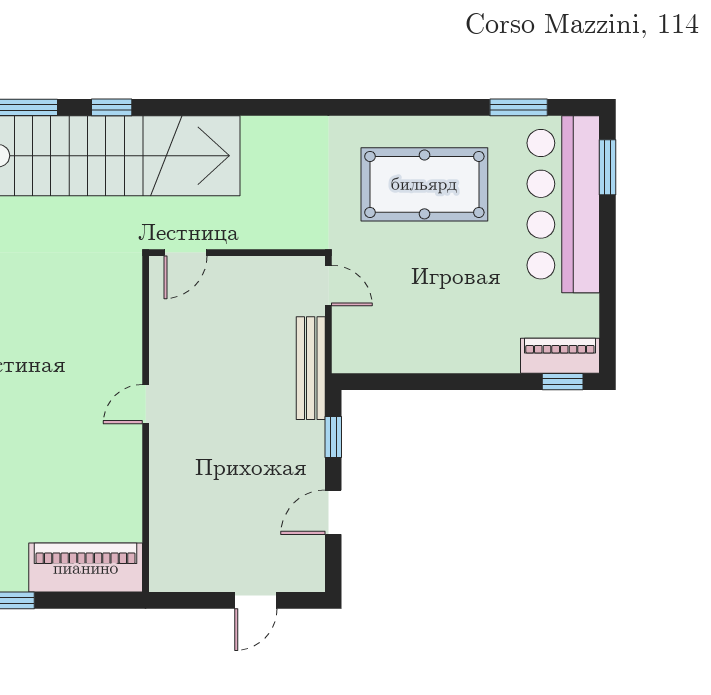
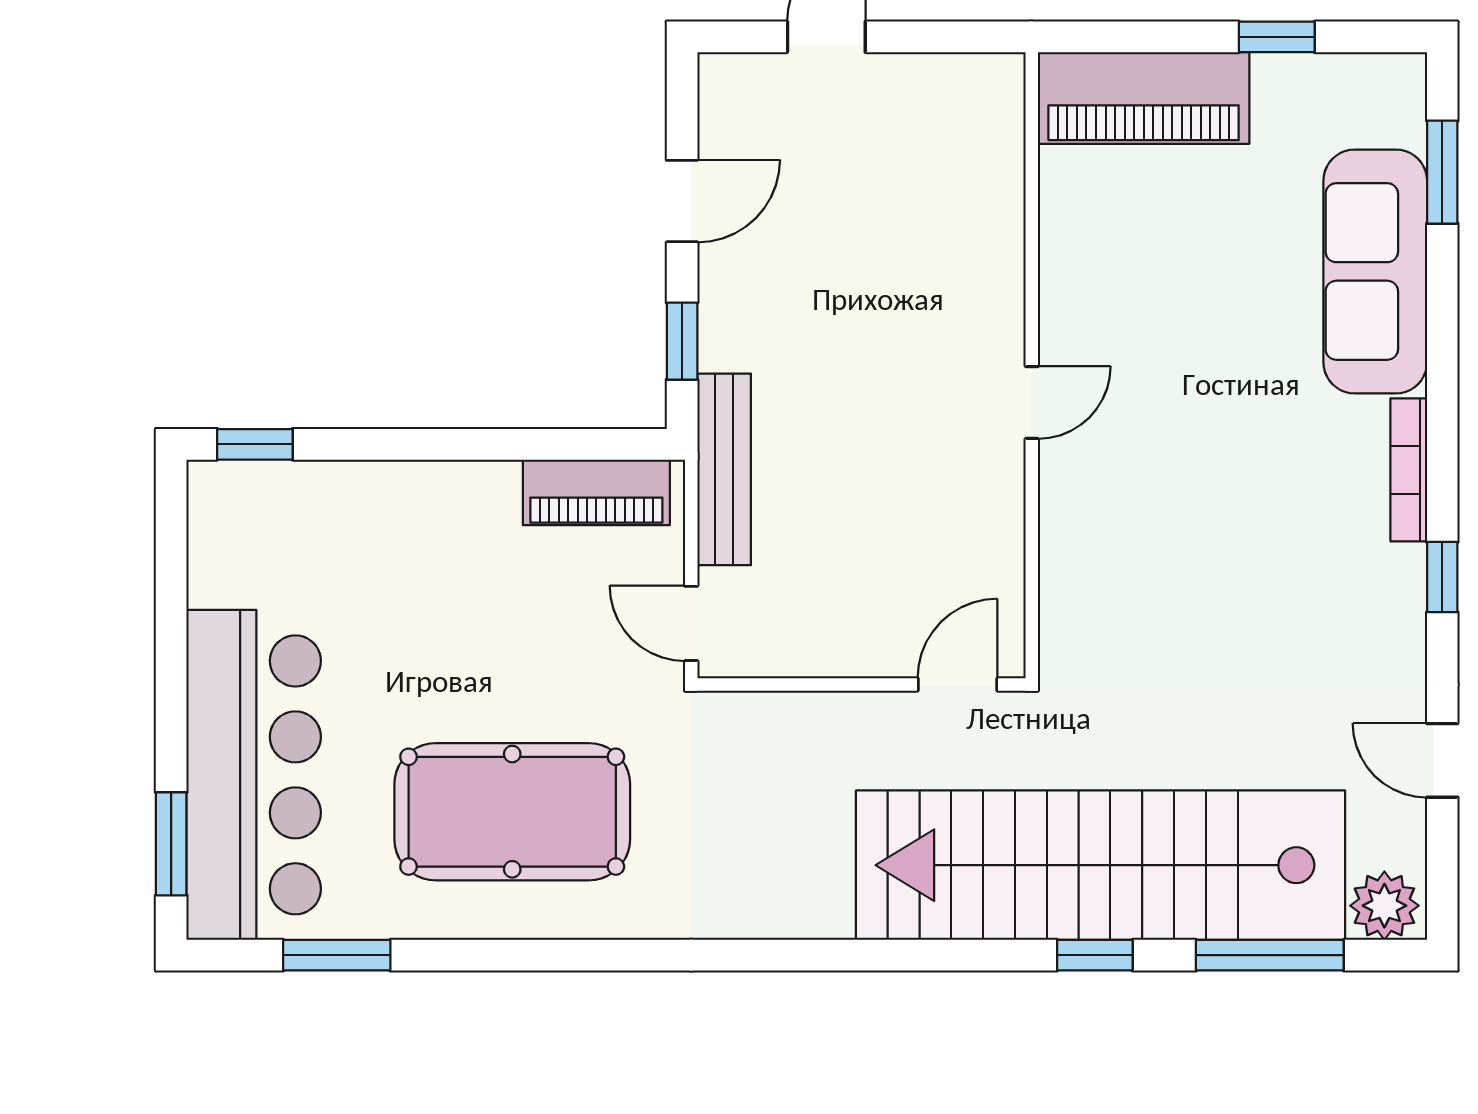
piano: (560, 356) -> (596, 492), moved

